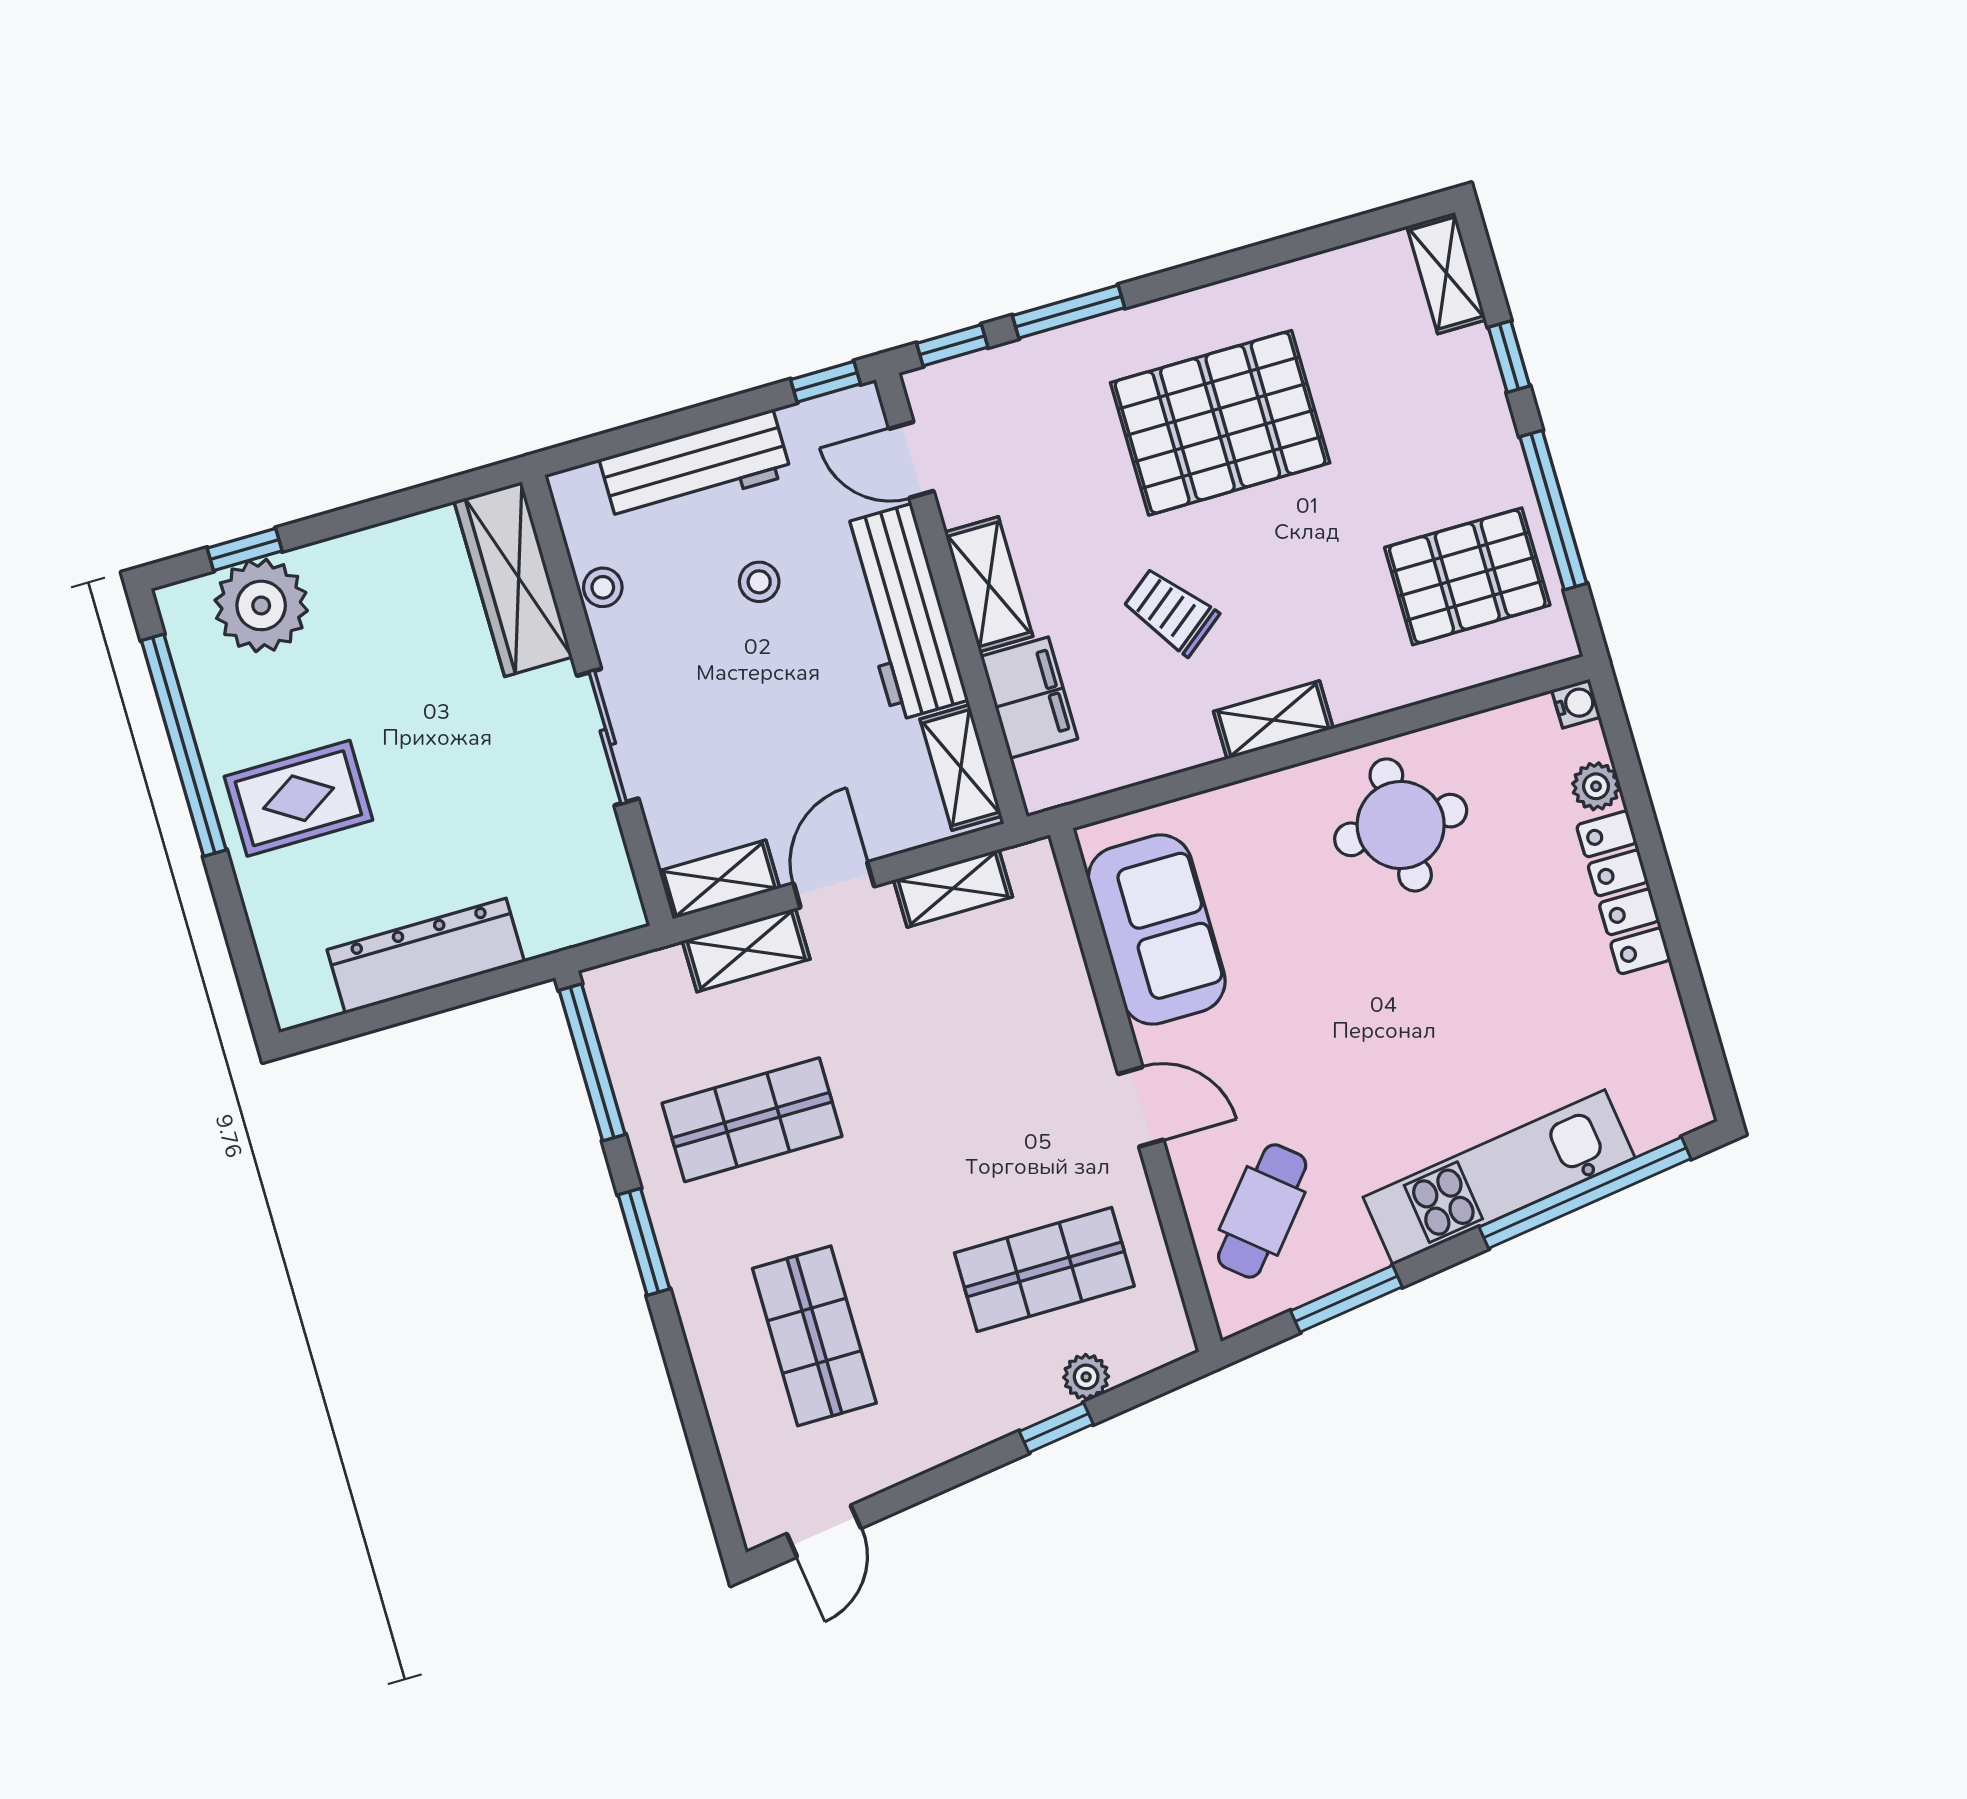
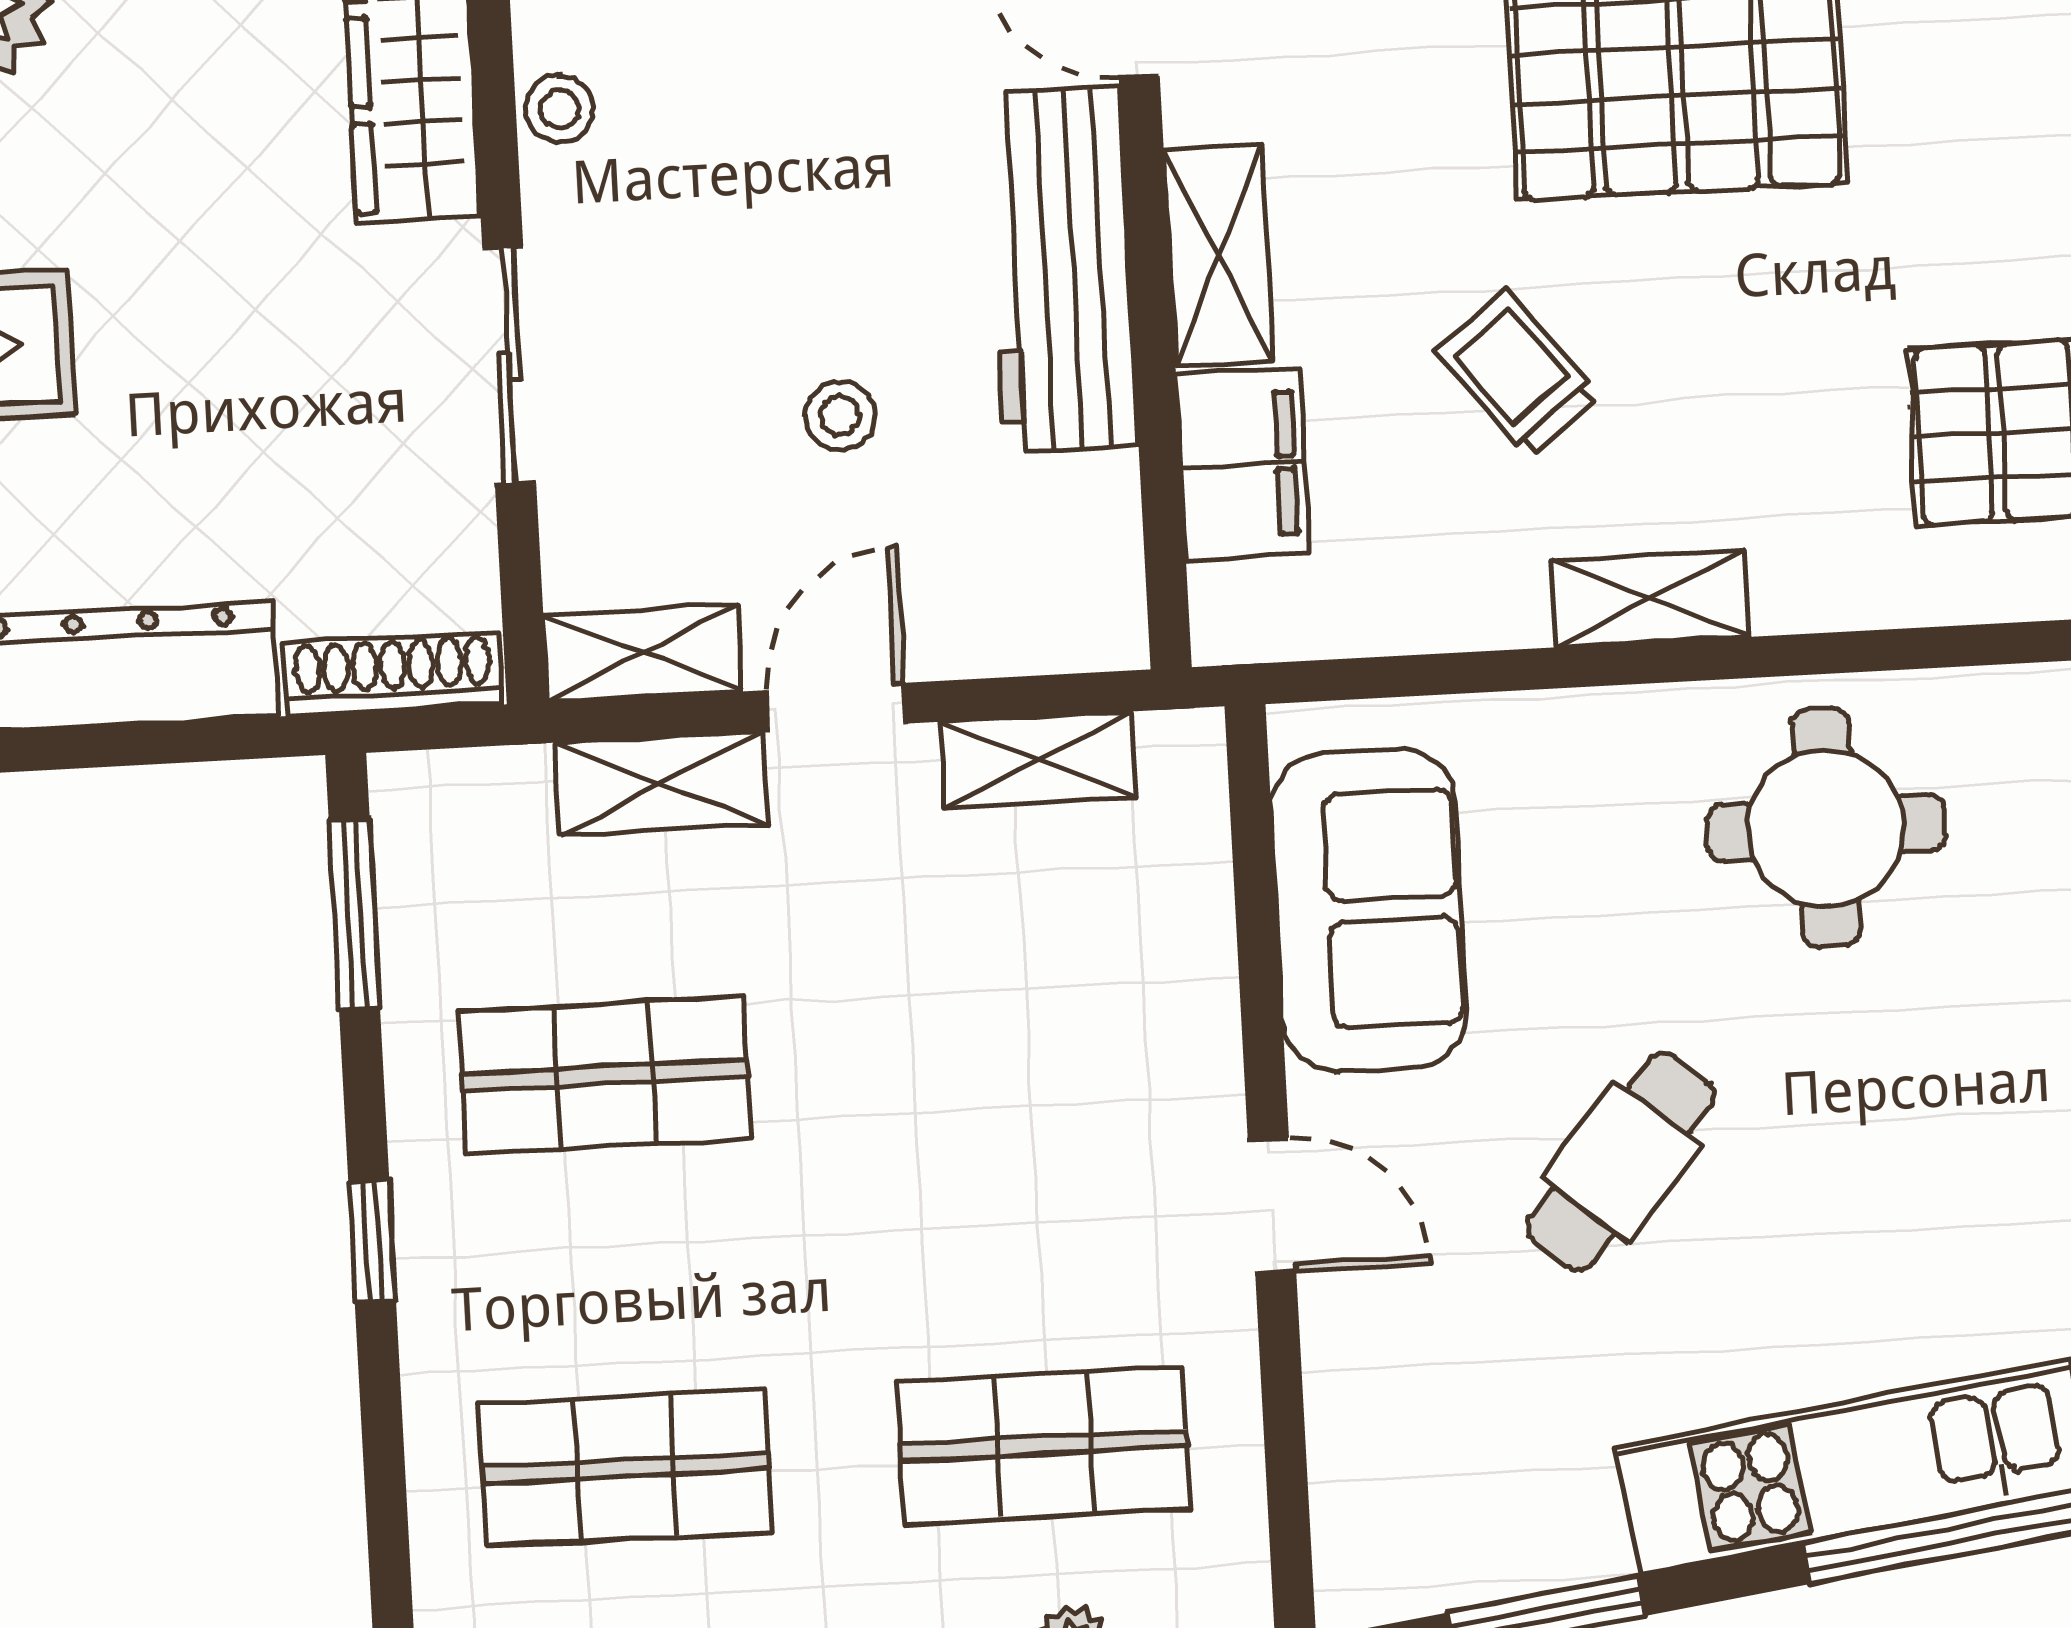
stool: (759, 582) -> (840, 416), moved
shelving: (961, 768) -> (1099, 557), removed
shoe rack: (583, 923) -> (393, 674), added
window: (592, 1062) -> (354, 914), width x0.69
cafe table: (1262, 1211) -> (1621, 1162), moved
window: (644, 1242) -> (372, 1241), width x0.67
shop shelf: (814, 1336) -> (626, 1468), turned 90

